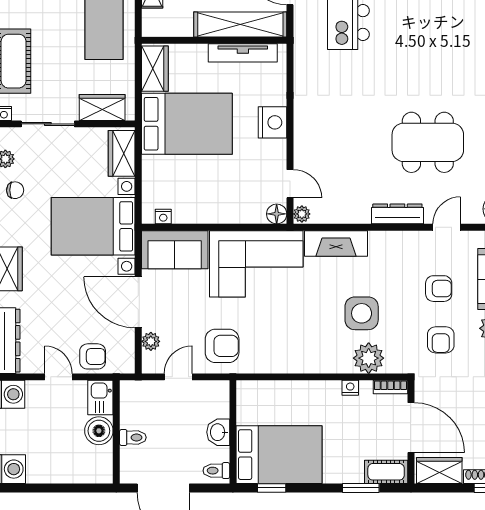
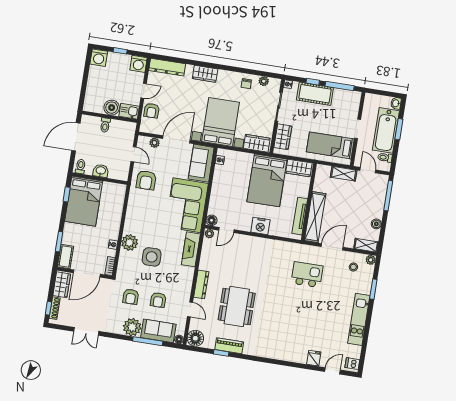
armchair: (441, 340) -> (131, 297), turned -90
plant: (369, 358) -> (130, 243), moved

